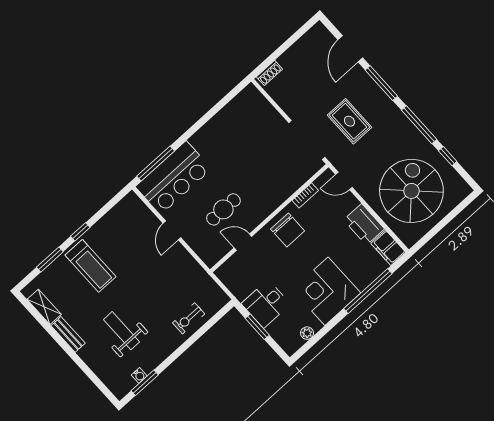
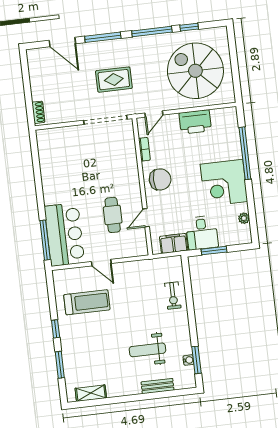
filing cabinet: (388, 248) -> (174, 243), moved, turned 180
treadmill: (90, 266) -> (87, 302), moved
bench: (68, 334) -> (157, 386), moved

